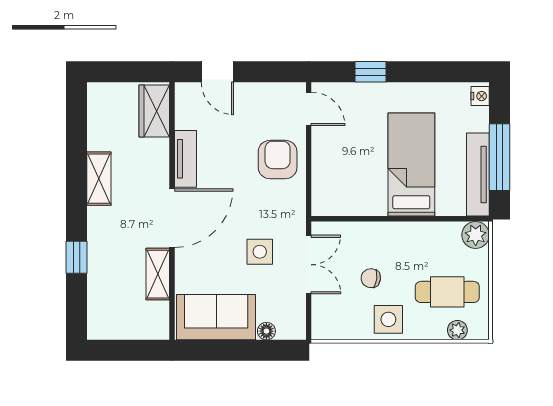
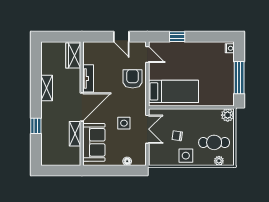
door: (217, 72) -> (121, 37), moved
bed: (411, 165) -> (174, 91), moved, turned 90
tv unit: (478, 174) -> (229, 86), removed
sofa: (216, 317) -> (94, 142), moved, turned 90

